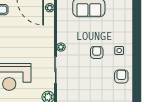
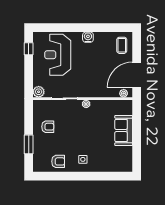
armchair: (97, 52) -> (48, 127), moved

